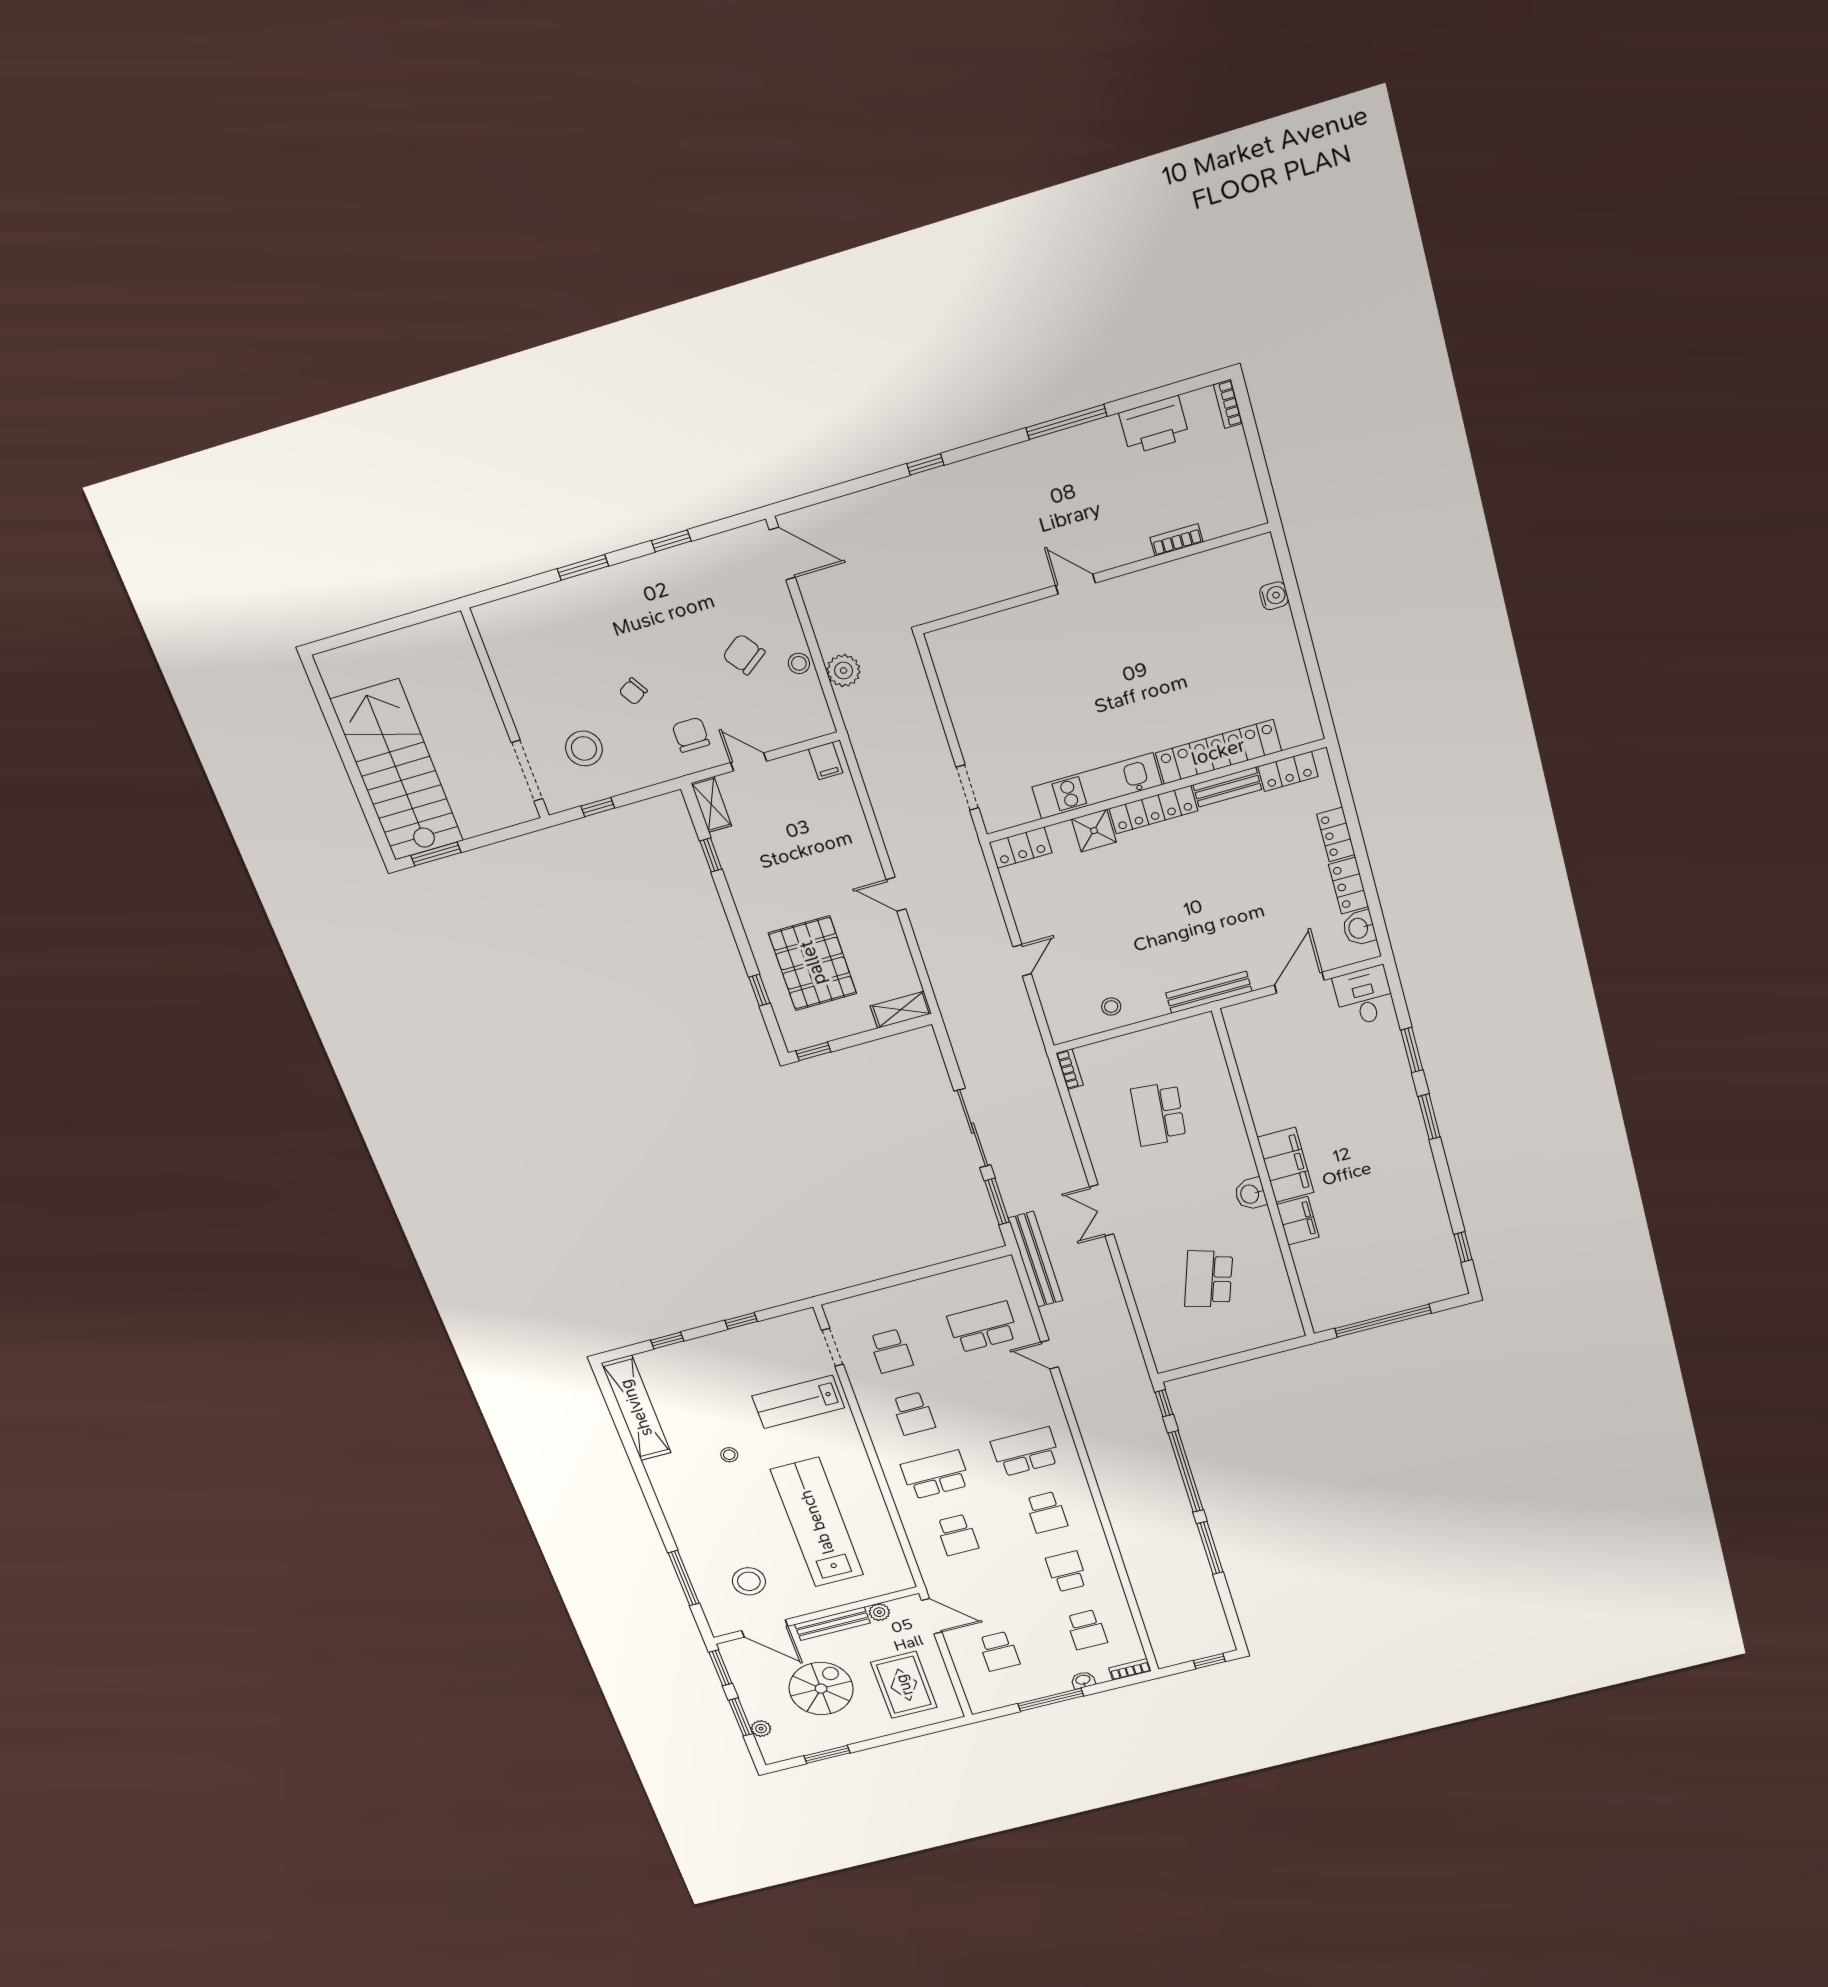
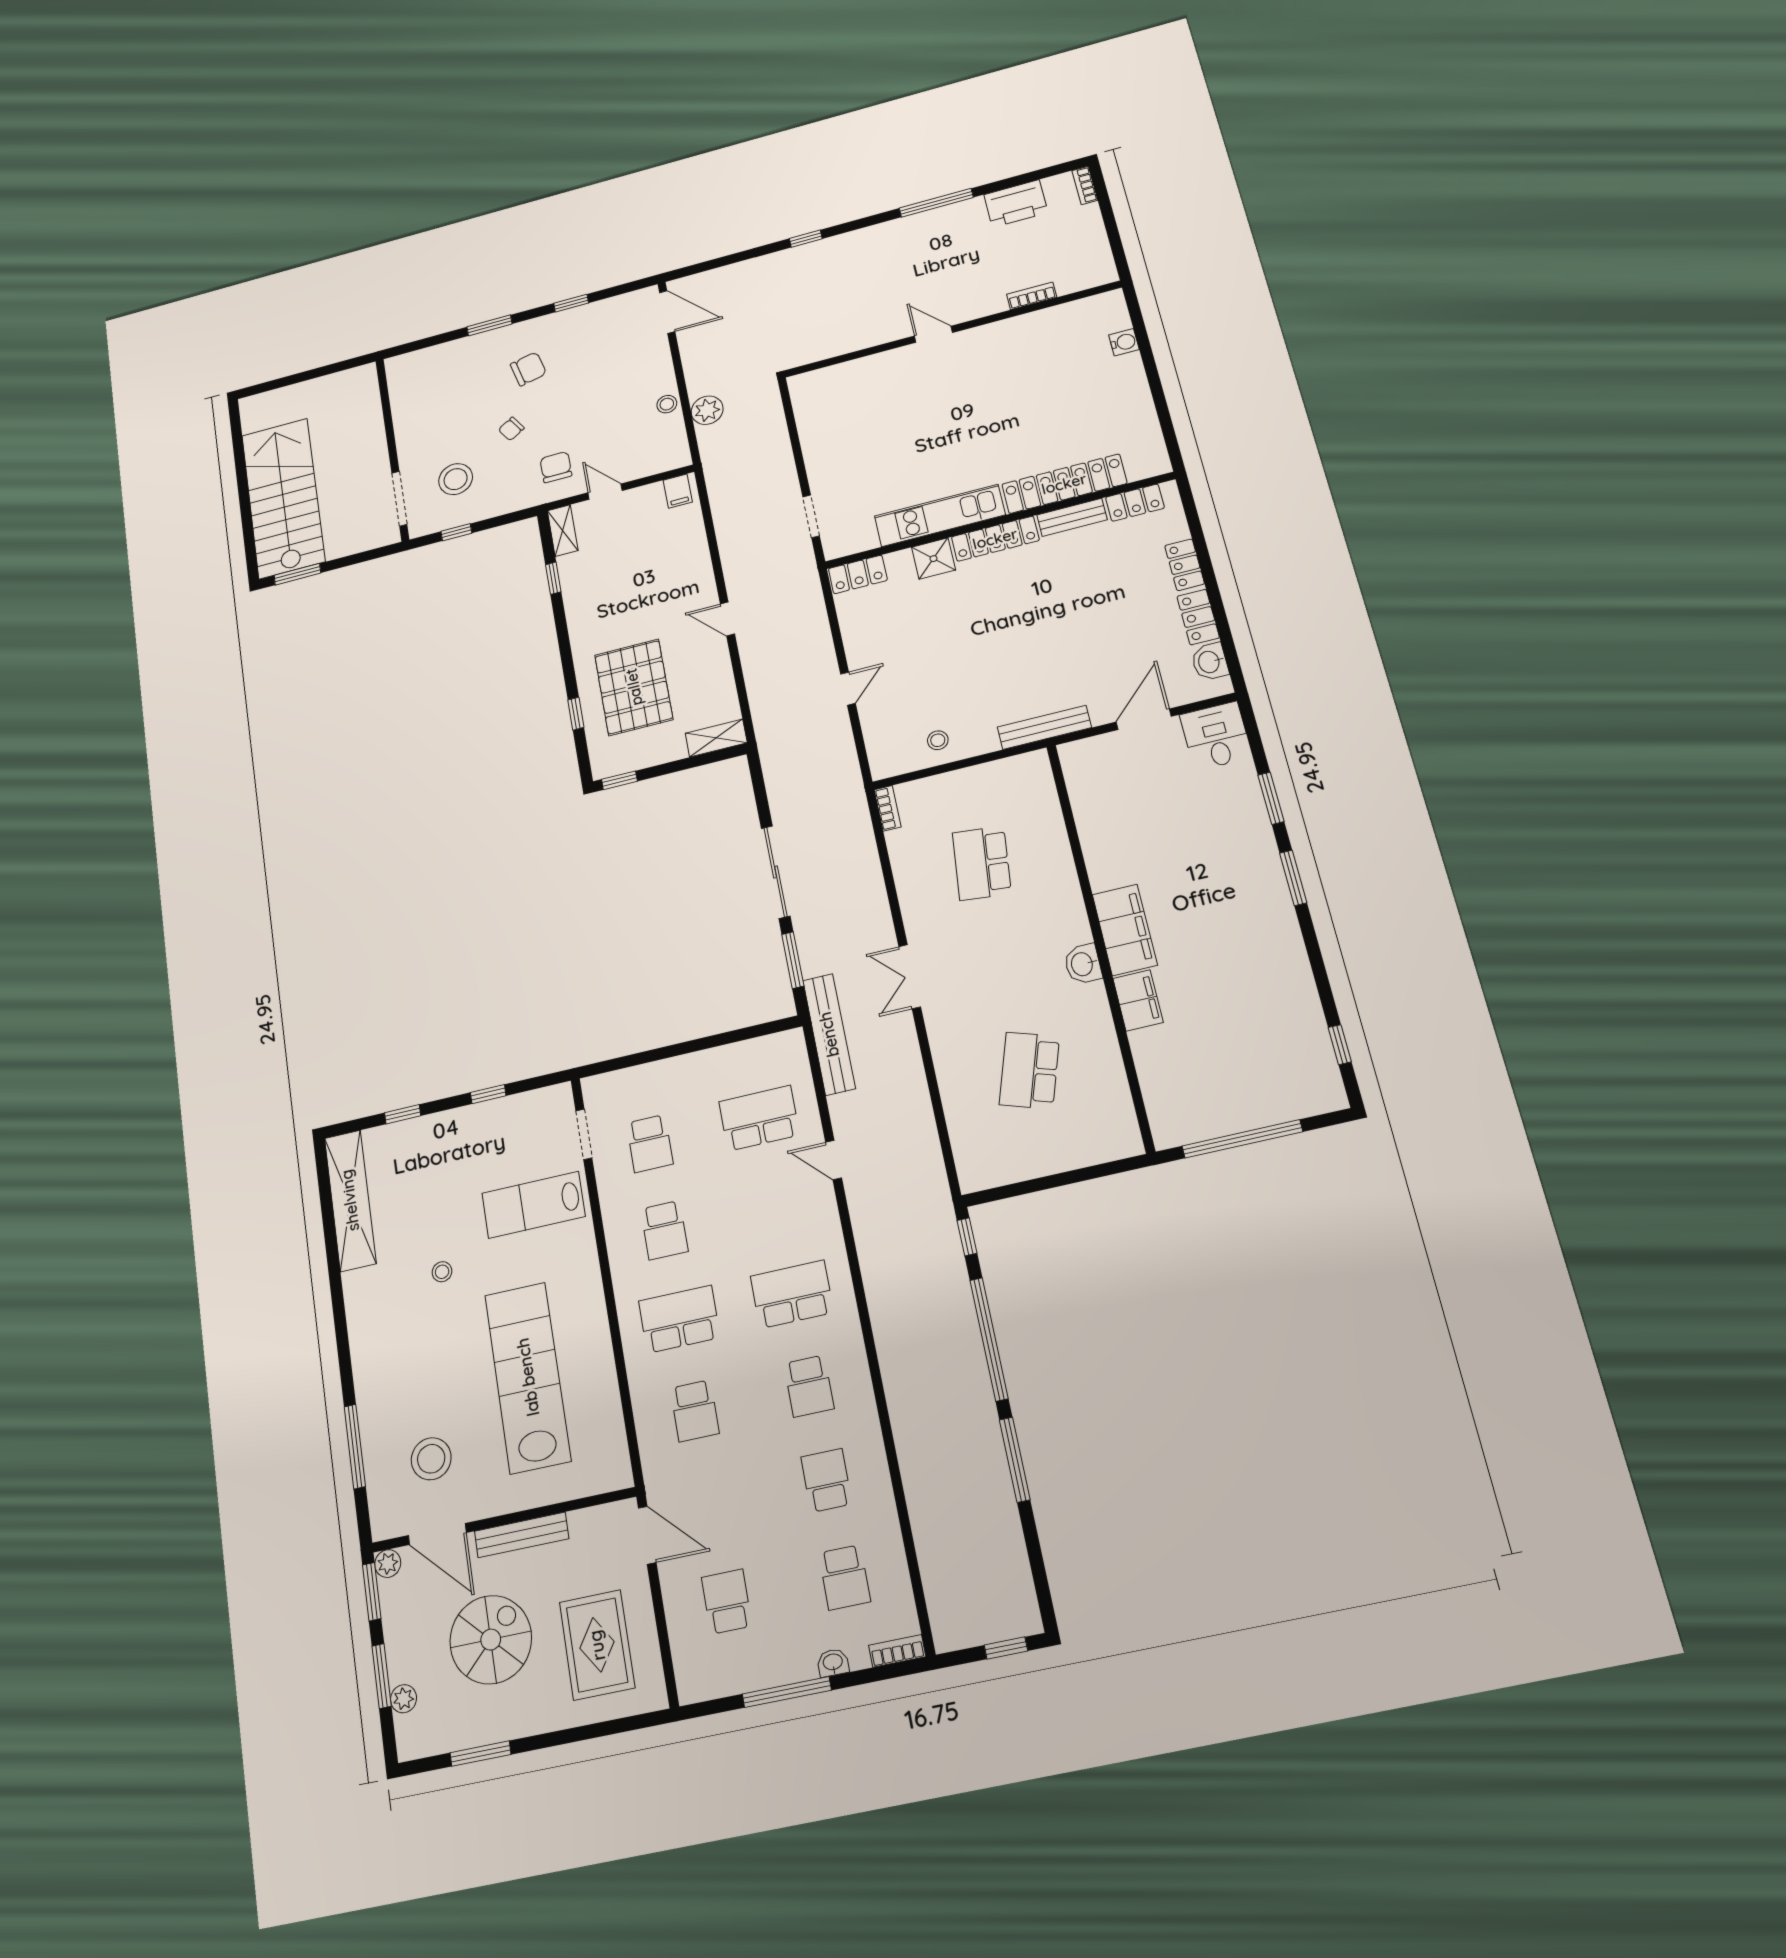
chair: (744, 654) -> (528, 369), moved, turned 113
plant: (879, 1612) -> (388, 1564), moved
school desk: (999, 1651) -> (727, 1602), turned 180

